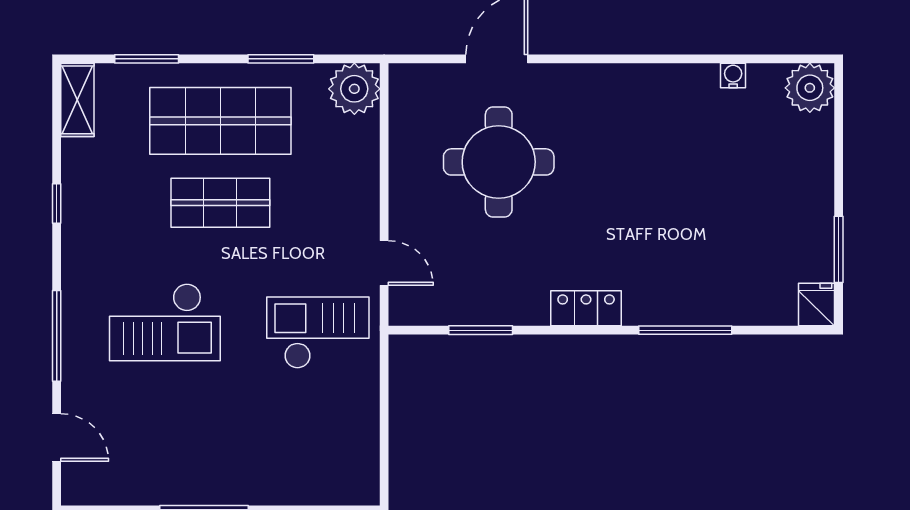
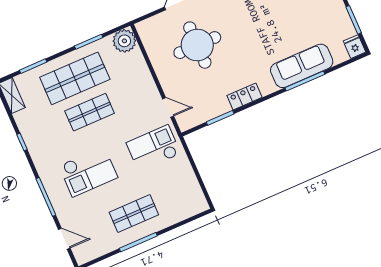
sofa: (692, 297) -> (302, 66), added
locker: (586, 308) -> (245, 96), moved
shop shelf: (220, 448) -> (134, 214), added

